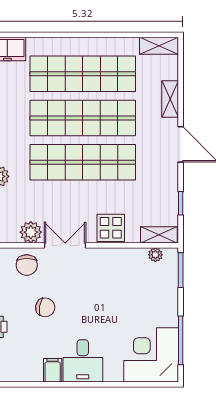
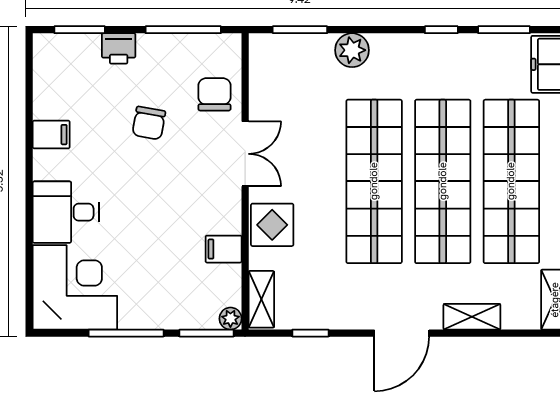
plant: (31, 232) -> (265, 101), removed
plant: (155, 255) -> (230, 319), moved
filing cabinet: (126, 259) -> (224, 249), added
chair: (27, 265) -> (214, 94), turned 90
window: (181, 340) -> (126, 333), moved
desk: (83, 361) -> (66, 212), moved

